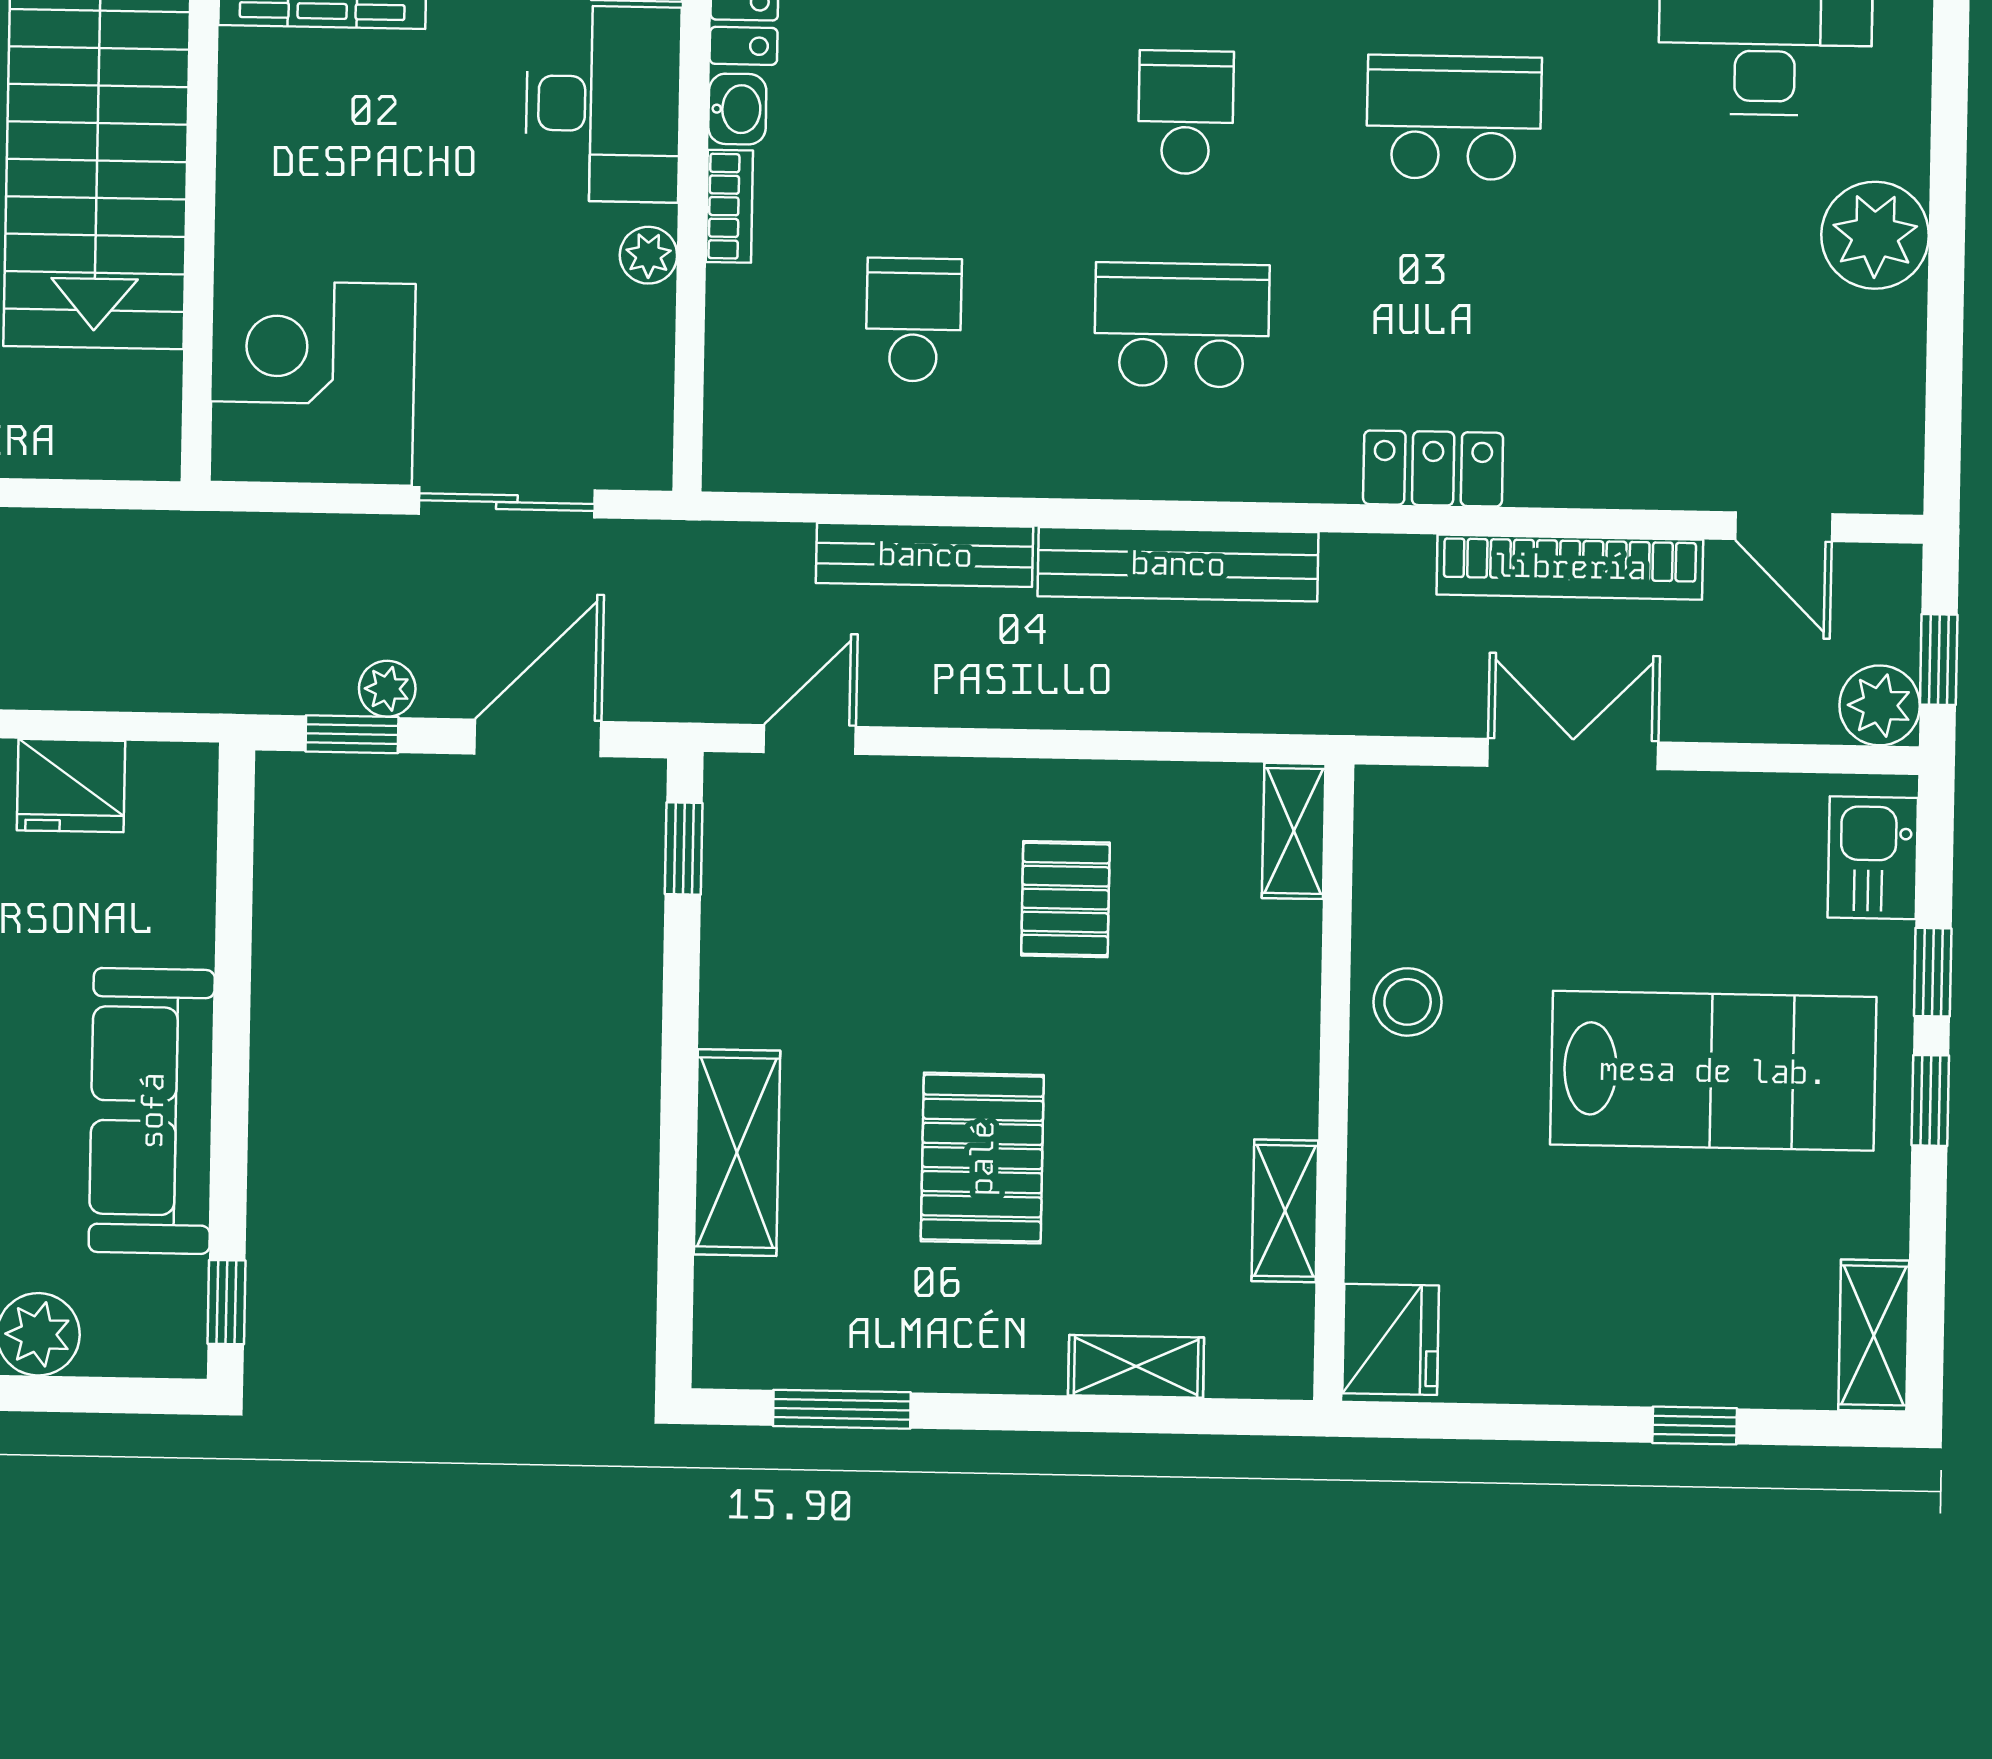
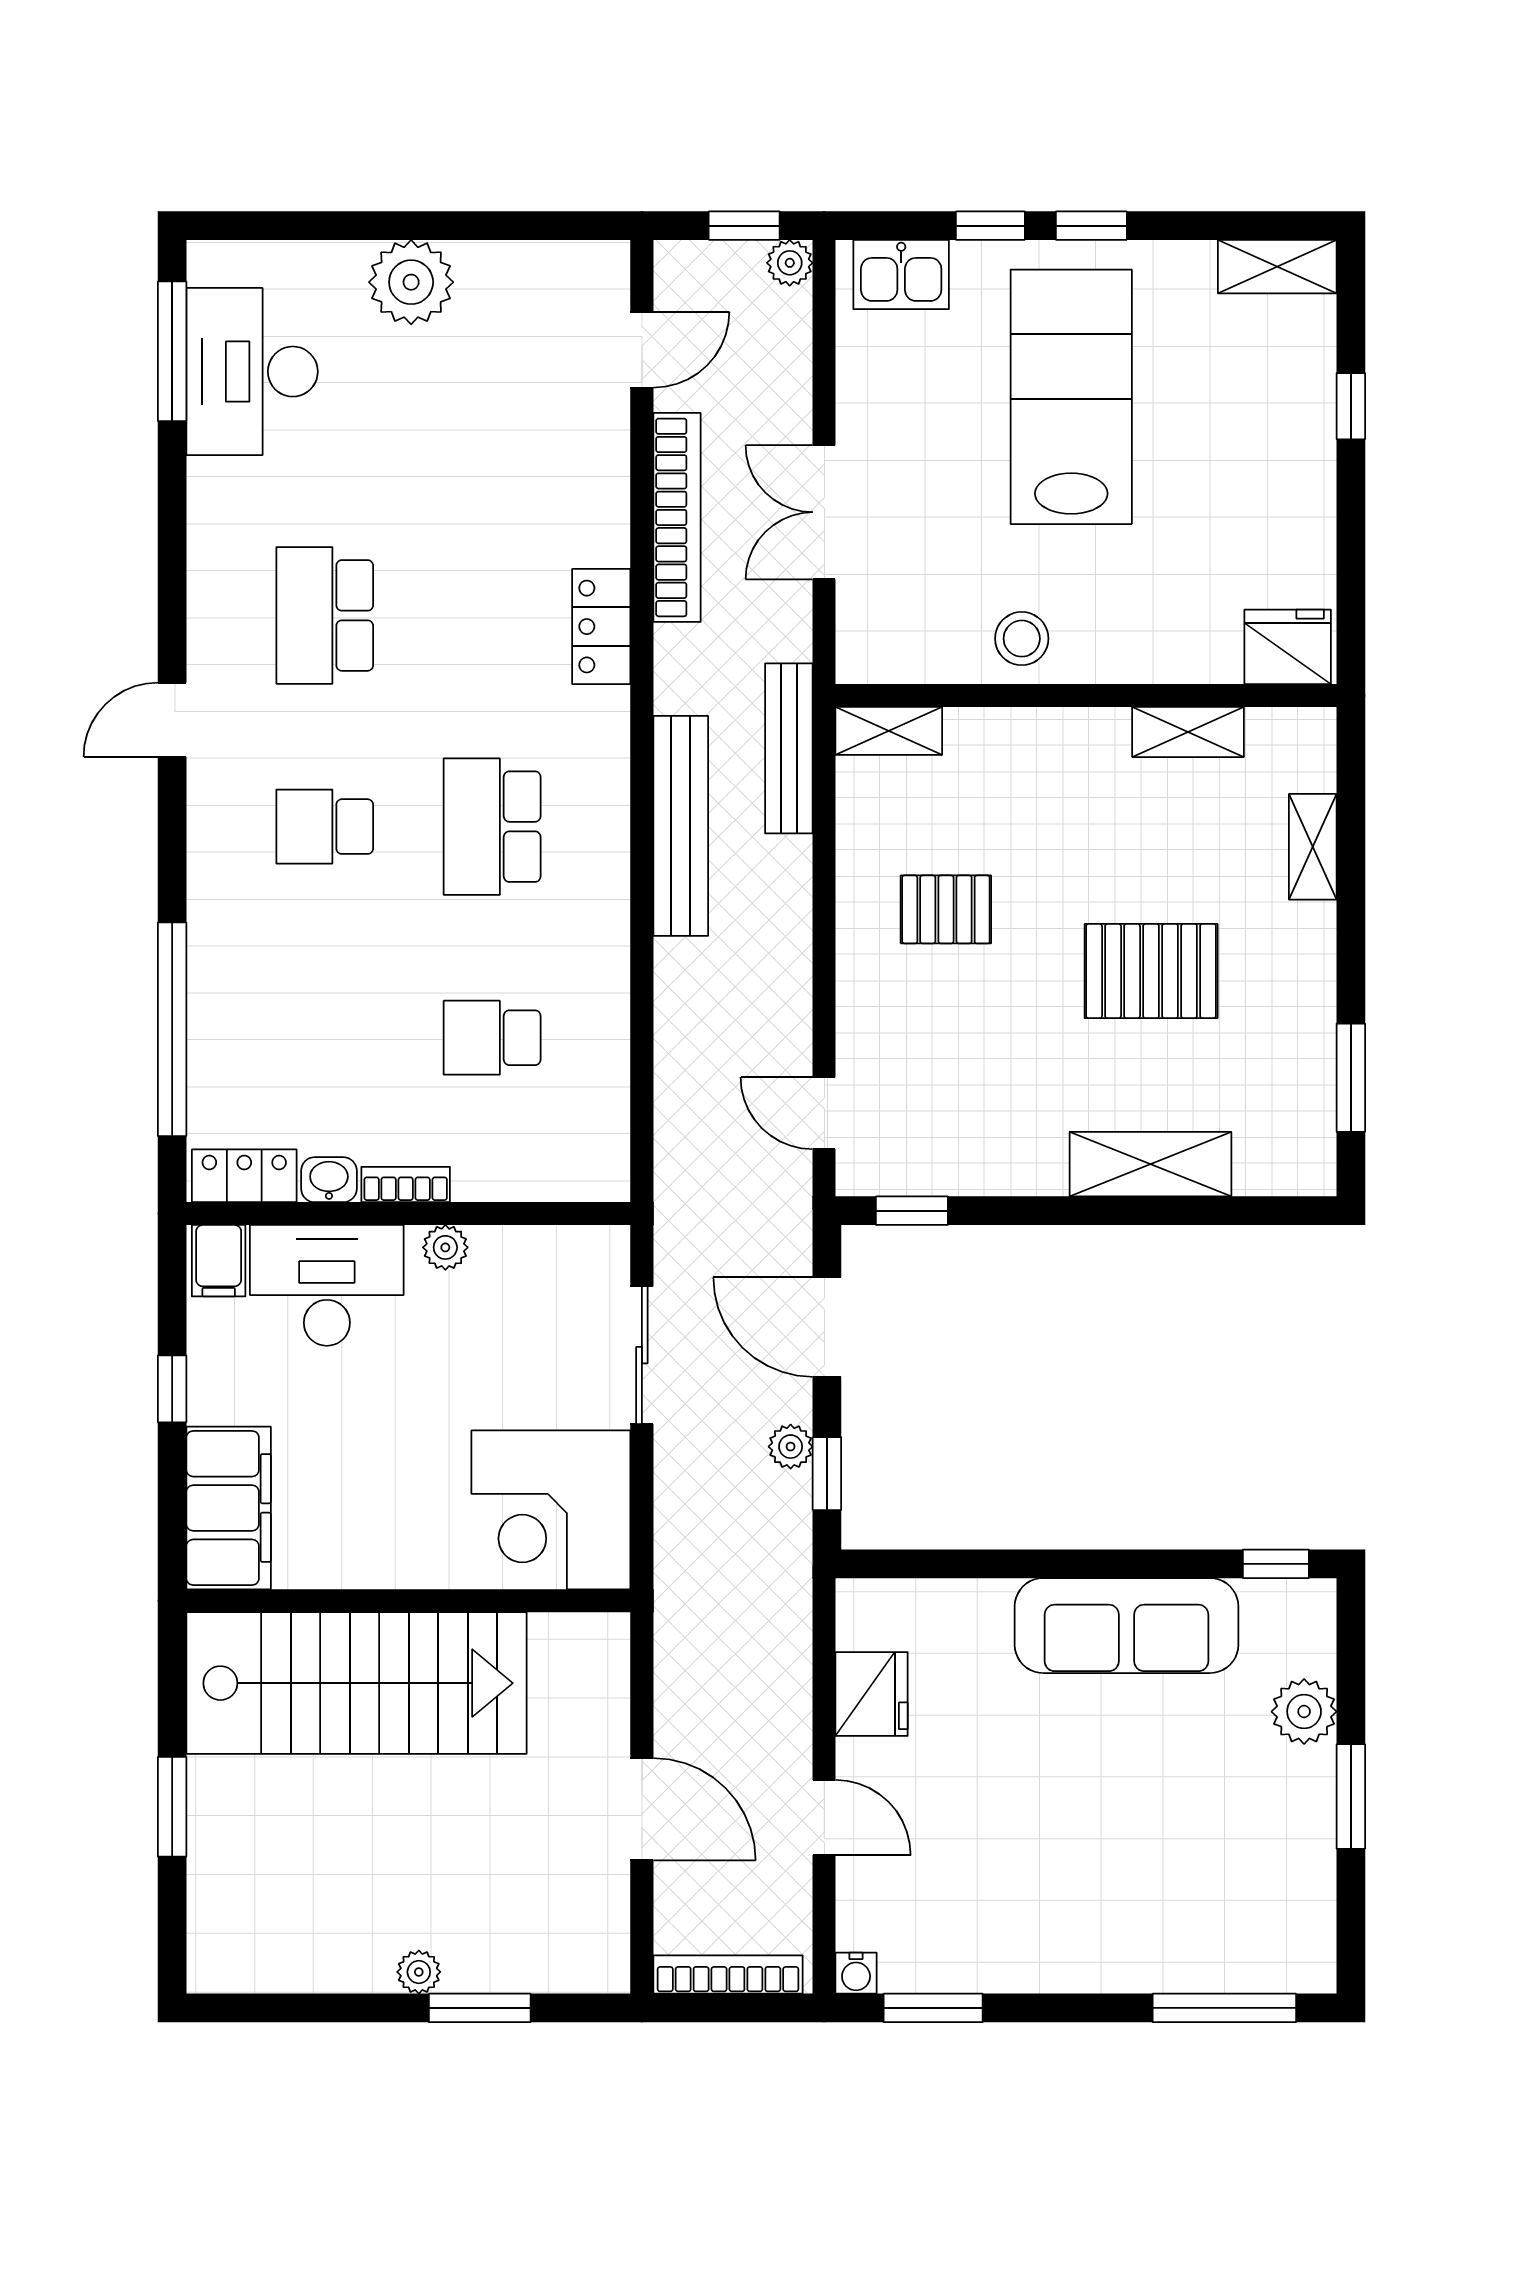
bench: (925, 555) -> (789, 748), moved
plant: (1880, 705) -> (790, 263), width x0.73, depth x0.73

